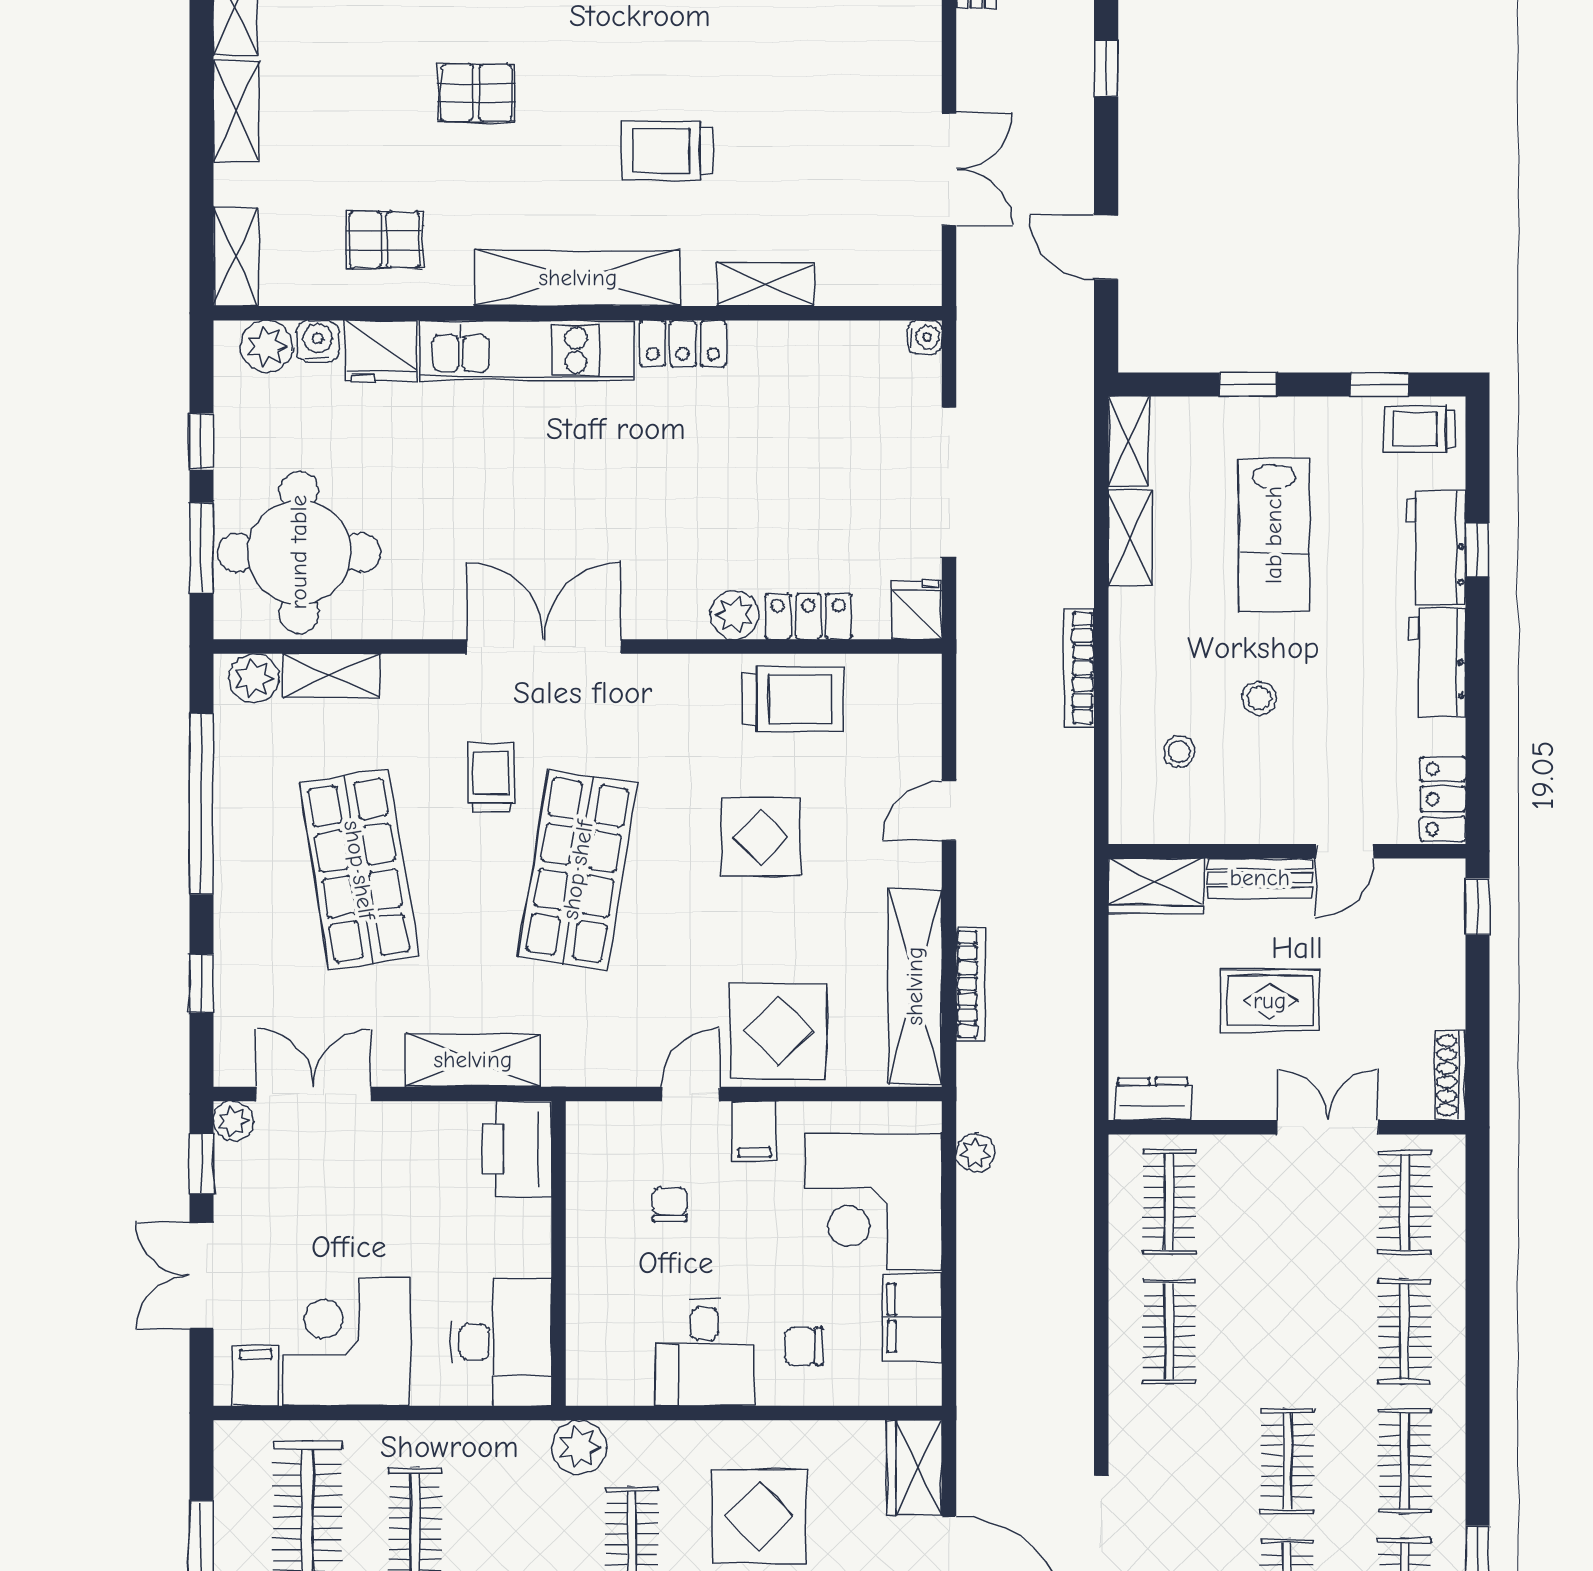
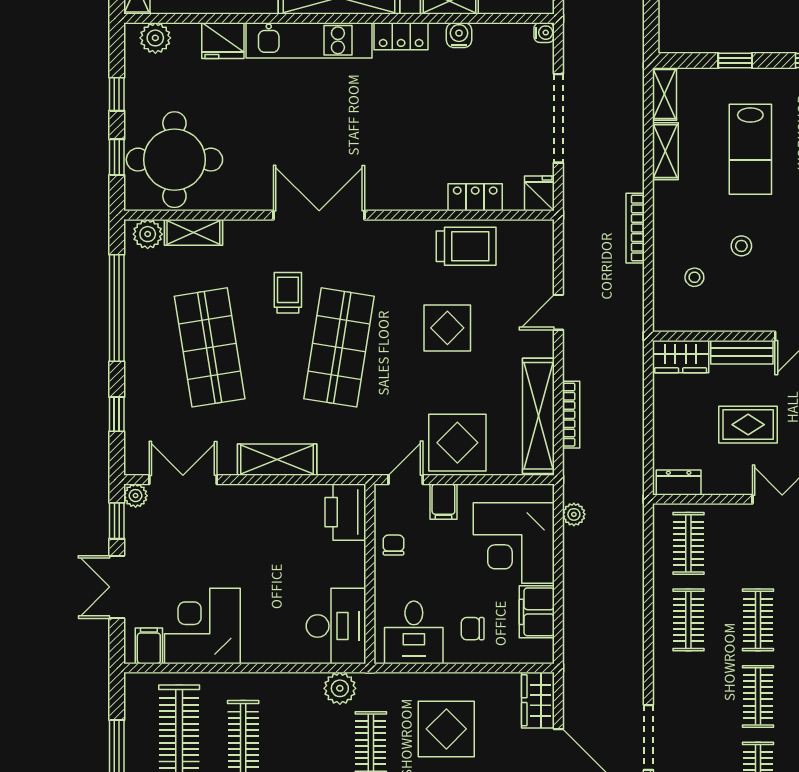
water cooler: (318, 341) -> (459, 35), moved
window: (201, 548) -> (117, 157), width x0.67
plant: (734, 615) -> (432, 197), removed
printer: (517, 1149) -> (345, 512), moved
wall: (559, 1253) -> (370, 574), moved
clothes rail: (1287, 1332) -> (758, 620), added
desk: (501, 1342) -> (336, 626), moved

